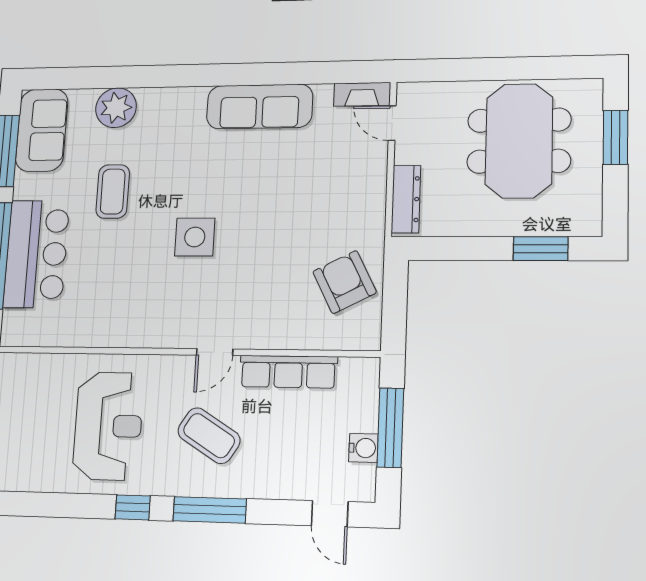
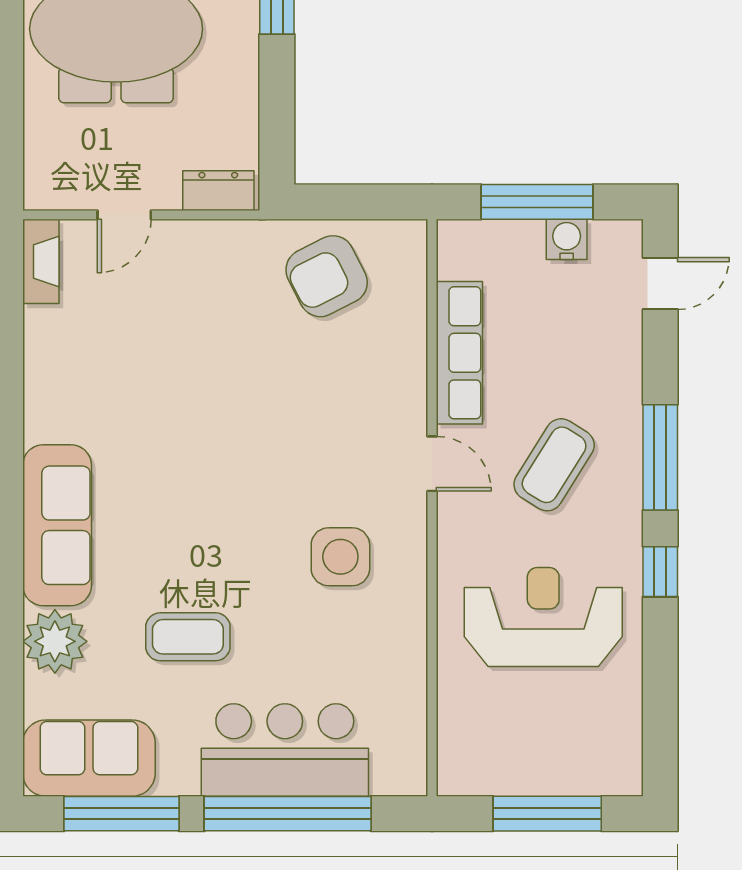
sofa: (260, 107) -> (57, 525), moved
door: (392, 123) -> (124, 215), moved
dresser: (406, 199) -> (218, 191), width x0.70
side table: (195, 237) -> (340, 557), moved

